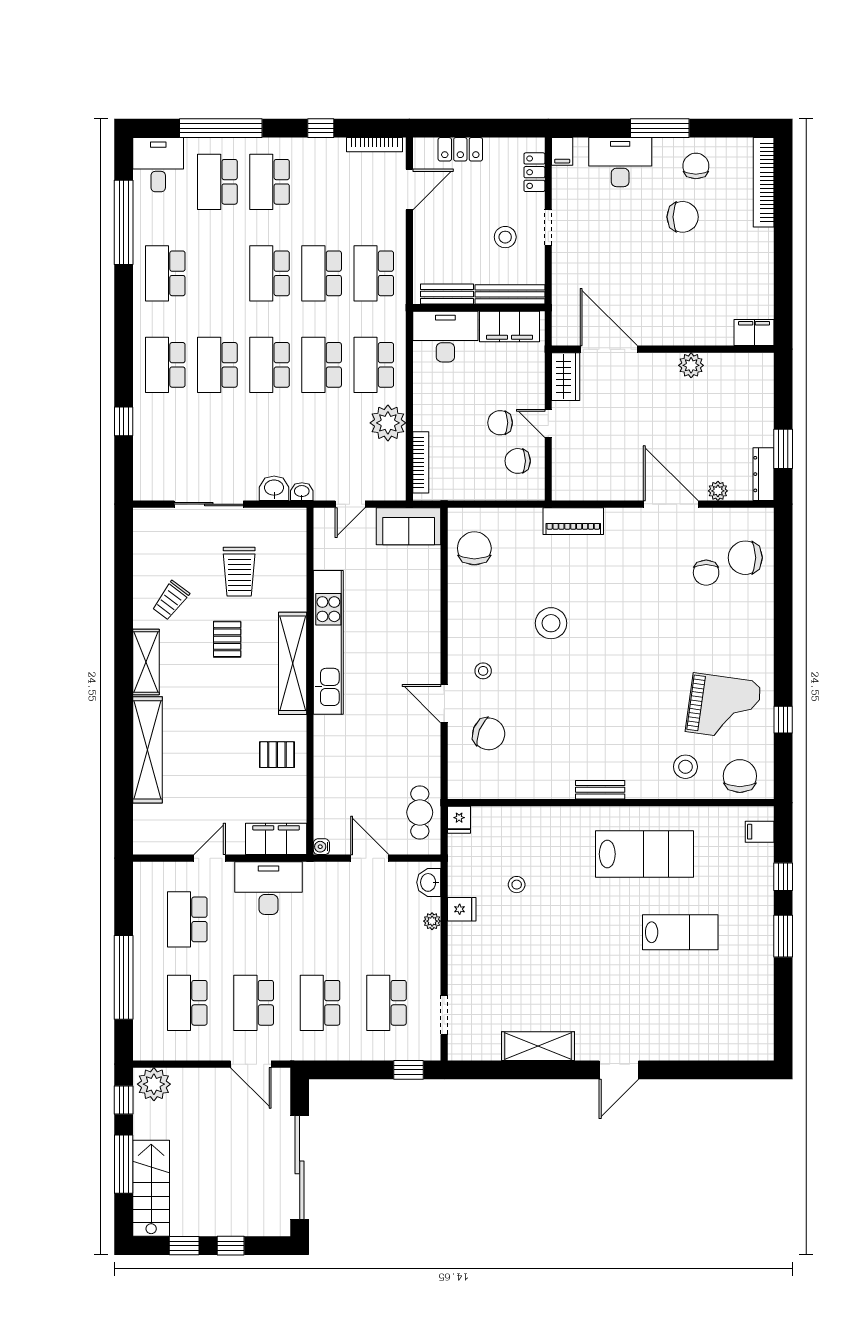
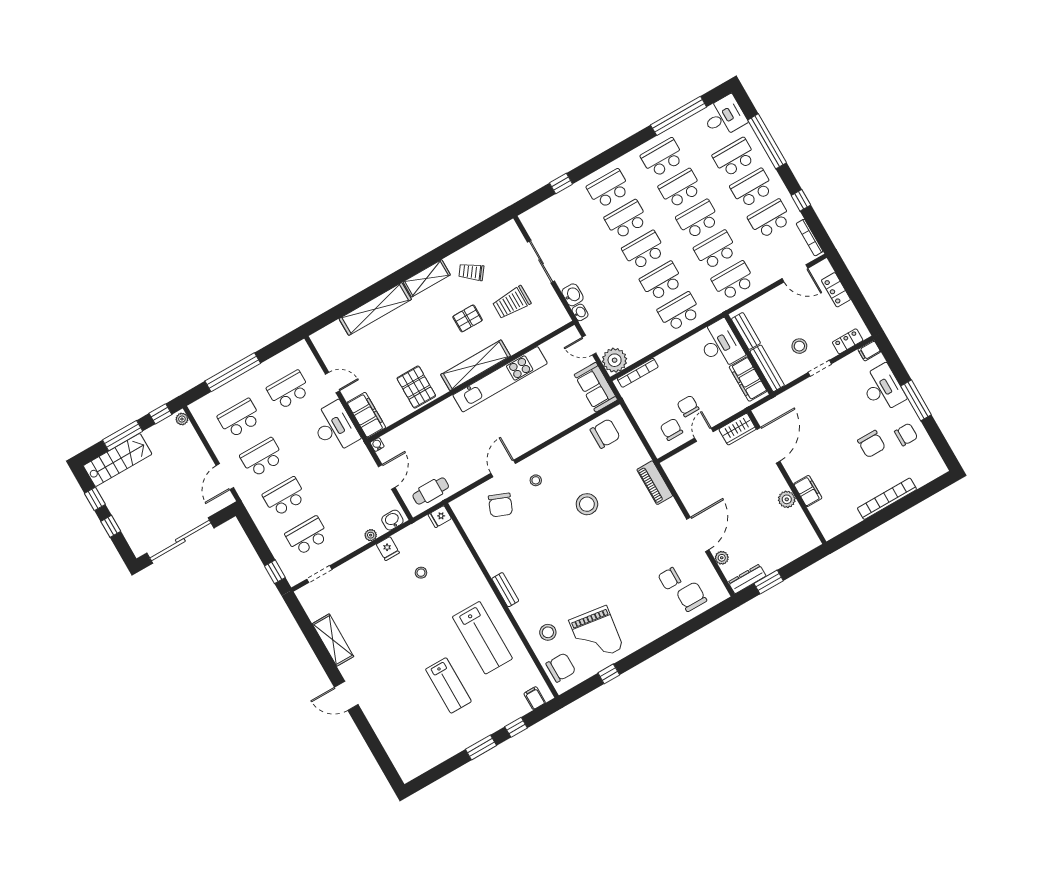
school desk: (322, 182) -> (770, 219), added
bookcase: (764, 182) -> (887, 499), moved
school desk: (217, 273) -> (680, 188), added
filing cabinet: (754, 332) -> (808, 491), moved
plant: (388, 423) -> (615, 360), moved
pallet: (277, 755) -> (416, 387), width x1.50, depth x1.42
plant: (154, 1084) -> (182, 419), width x0.53, depth x0.53

